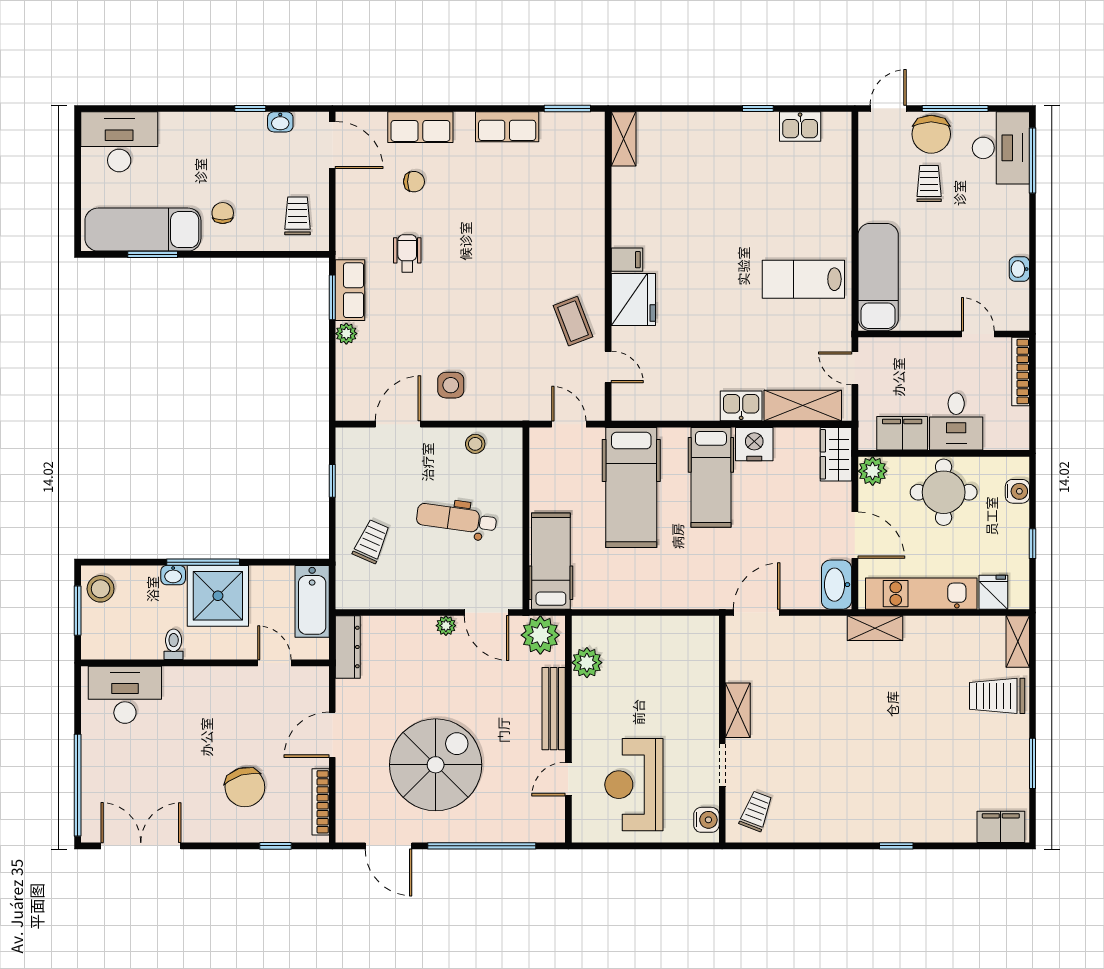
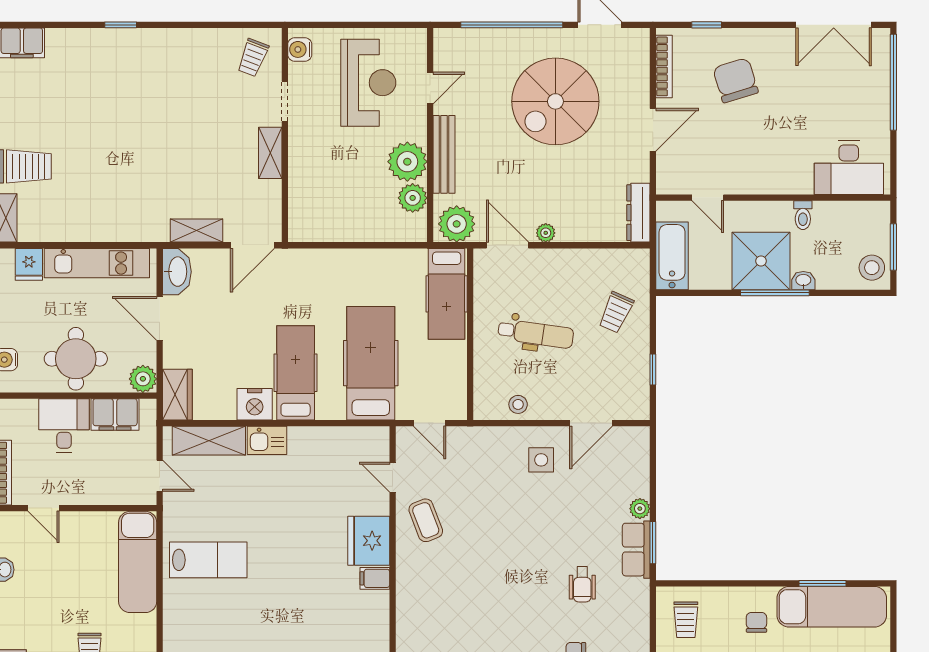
chair: (223, 213) -> (756, 622), turned 180
shelving: (875, 628) -> (197, 231), moved
plant: (592, 701) -> (407, 162), added

